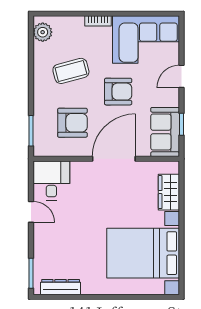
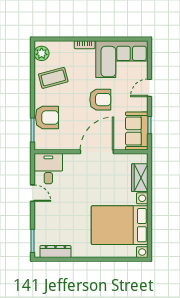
coffee table: (71, 71) -> (53, 78), moved
armchair: (72, 123) -> (47, 117), moved

